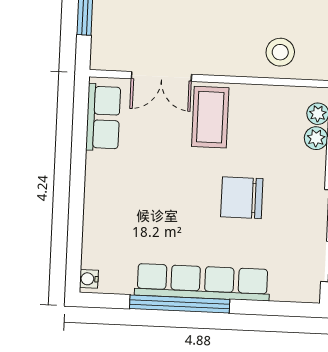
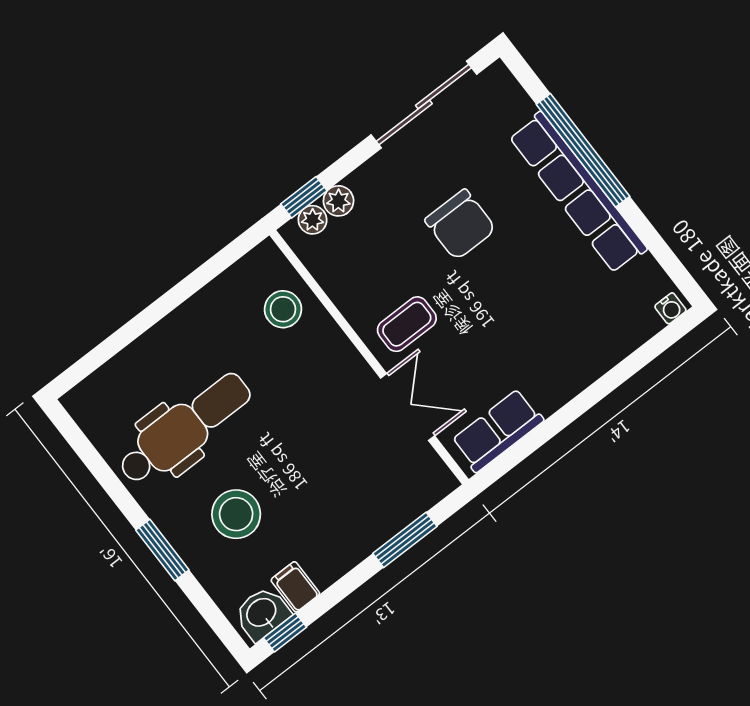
coffee table: (210, 117) -> (407, 324), width x0.73, depth x0.77
window: (180, 304) -> (583, 150), moved

